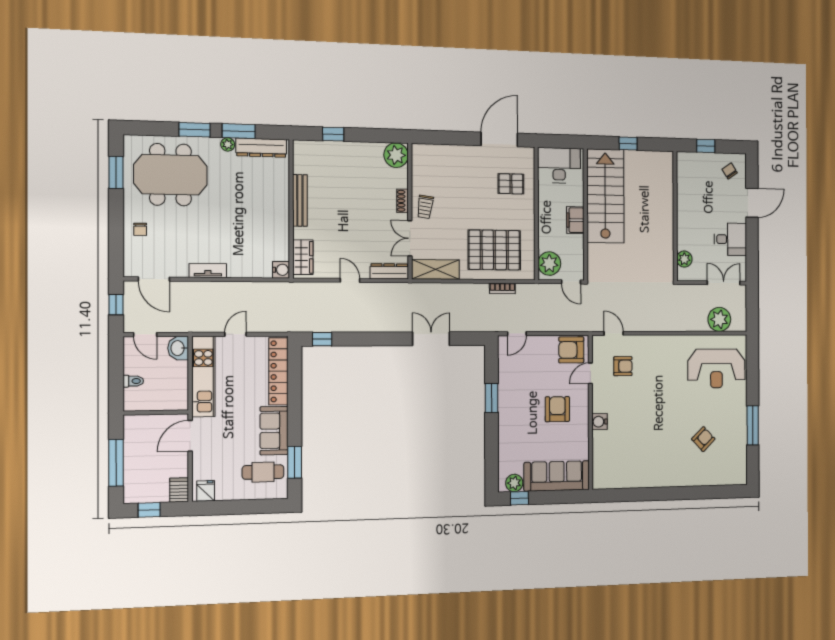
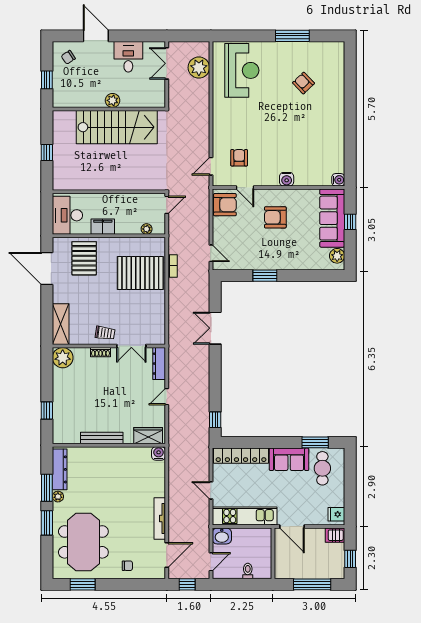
pallet: (511, 184) -> (84, 258), width x1.50, depth x1.42
stairs: (605, 196) -> (117, 127), moved, turned 180
filing cabinet: (575, 220) -> (103, 227), moved, turned 180
pallet: (494, 250) -> (140, 273), turned 90
plant: (684, 259) -> (113, 100), moved
plant: (549, 264) -> (147, 229), width x0.53, depth x0.53
shelving: (435, 270) -> (61, 324), moved
tv unit: (208, 271) -> (160, 518), width x1.41
armchair: (571, 350) -> (225, 205), turned -90
water cooler: (599, 482) -> (338, 180), added
window: (519, 498) -> (350, 222), moved

